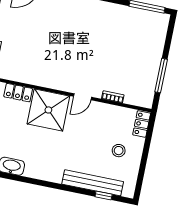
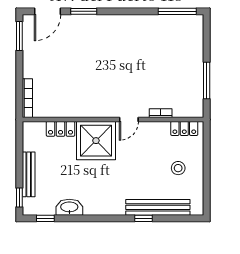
locker: (142, 124) -> (184, 128), moved, turned -90
window: (104, 196) -> (143, 218), moved

